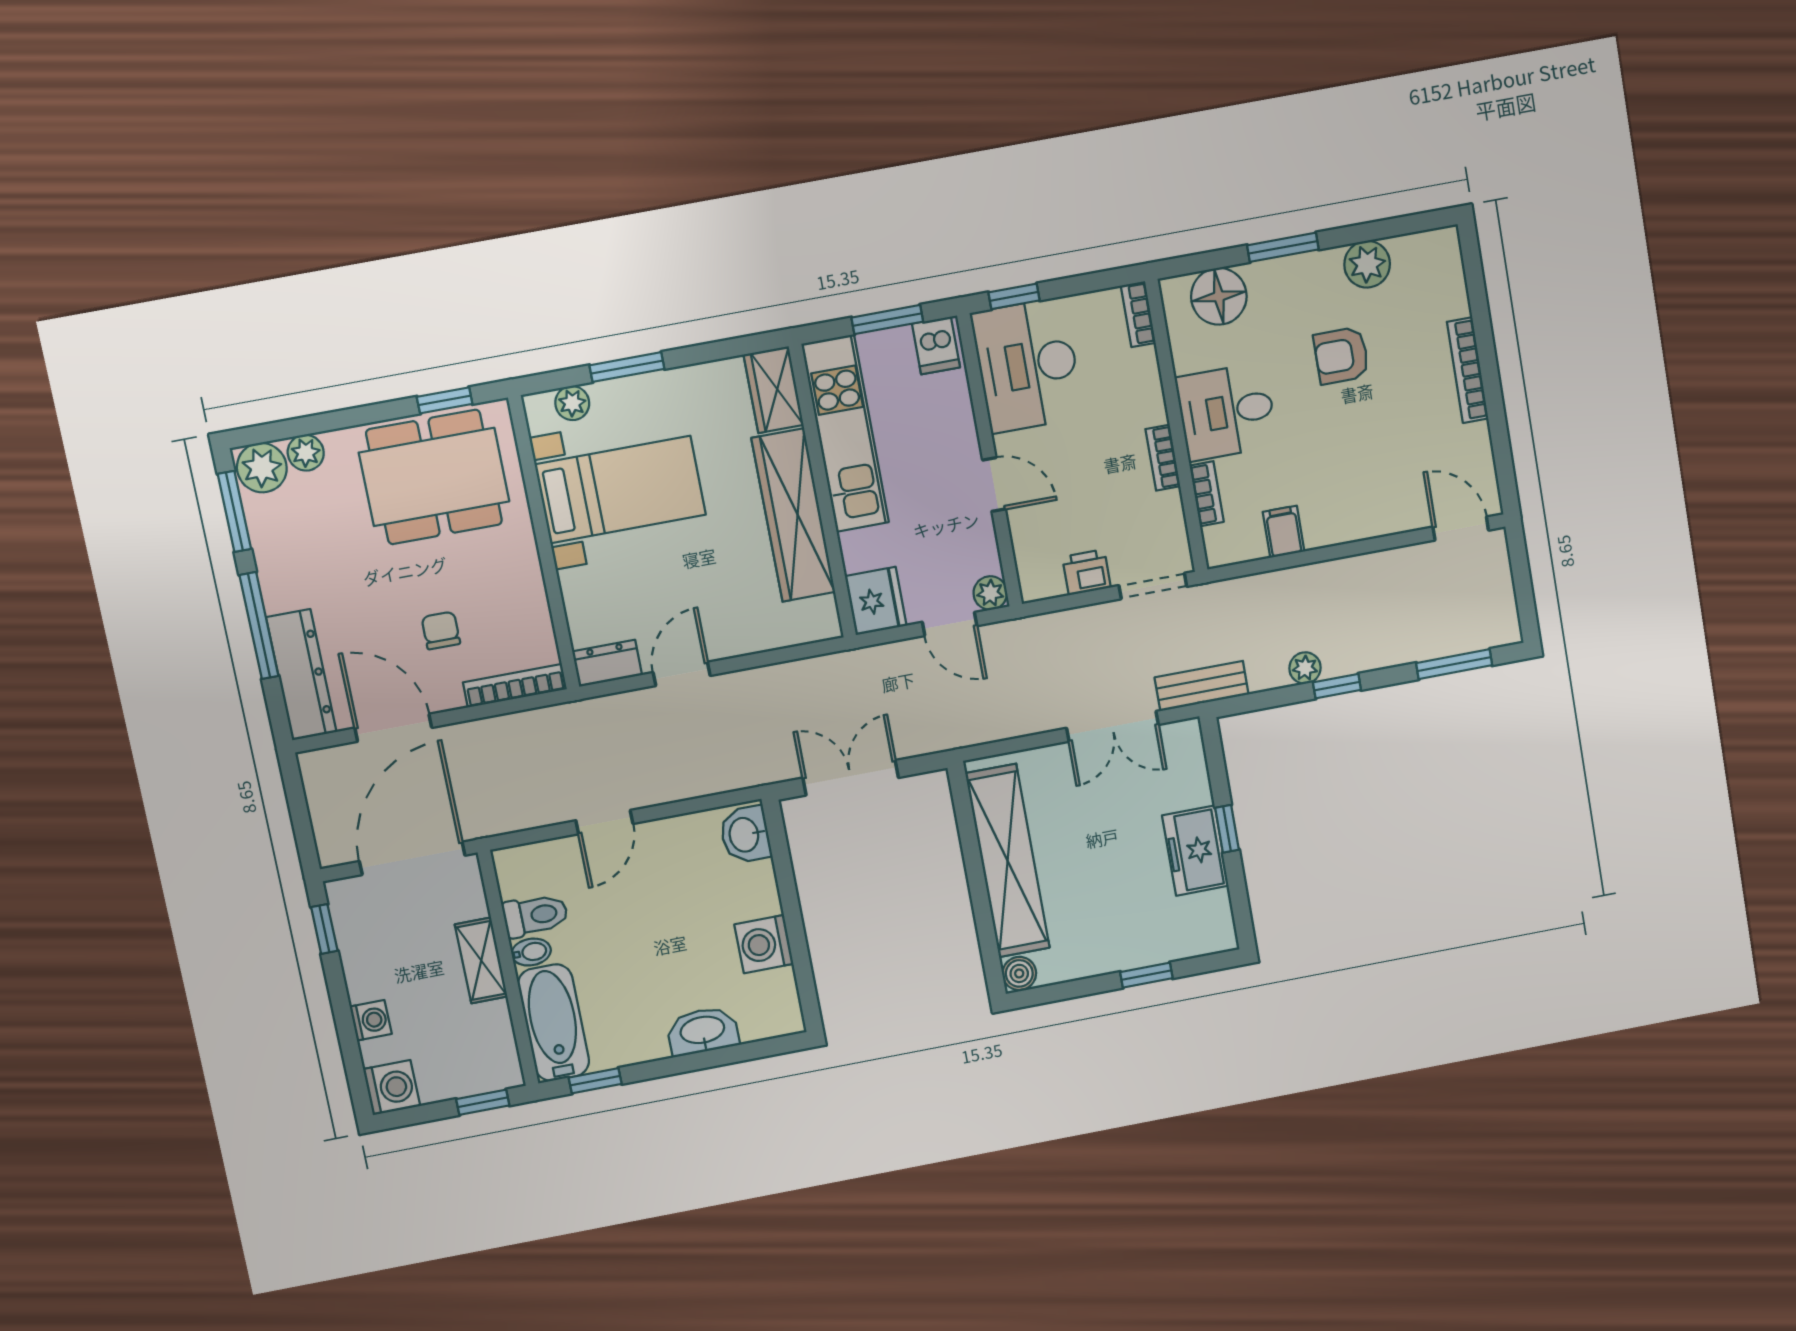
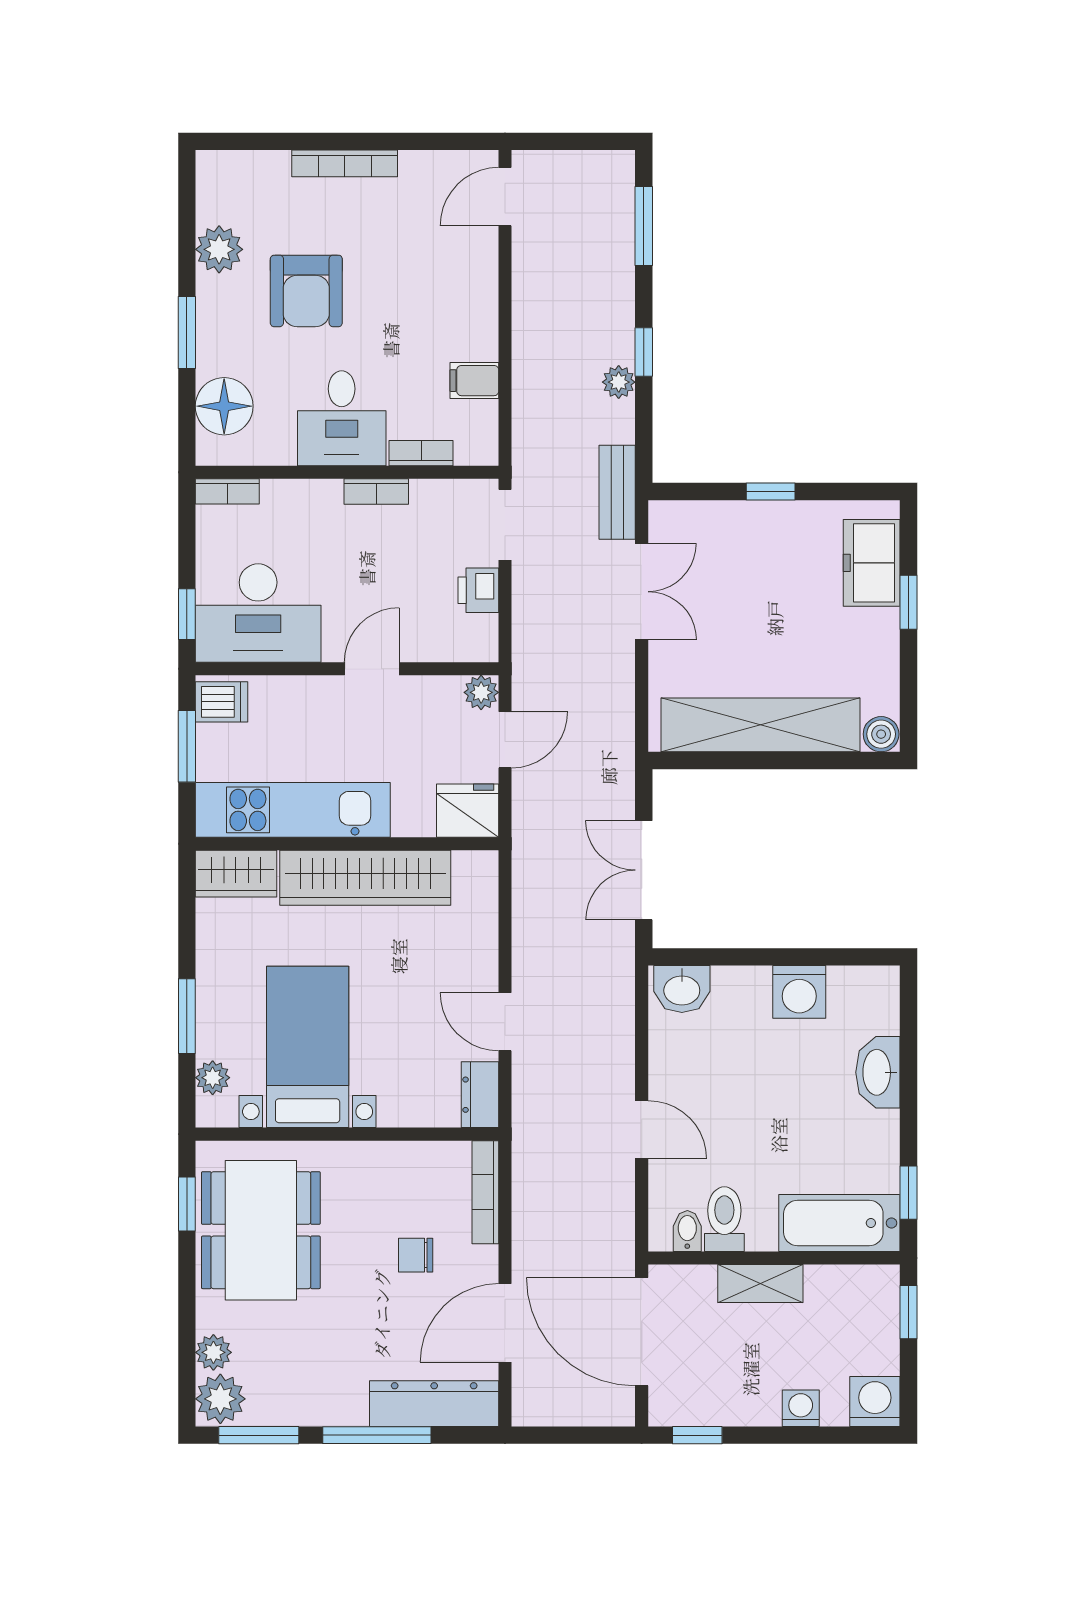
armchair: (1341, 356) -> (306, 291), width x1.38, depth x1.38
freezer: (1195, 851) -> (872, 563), moved, turned 90
bidet: (531, 952) -> (687, 1231), moved

